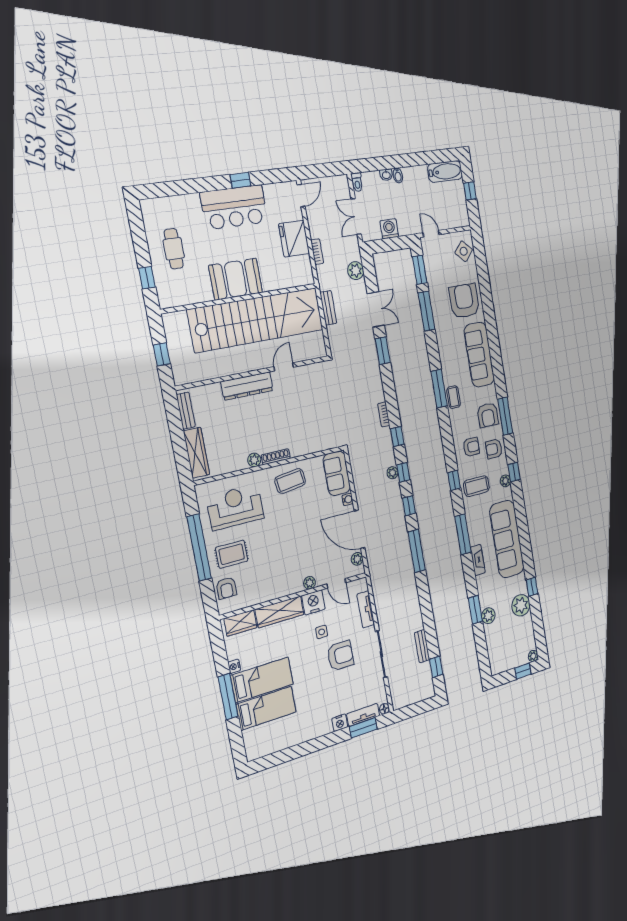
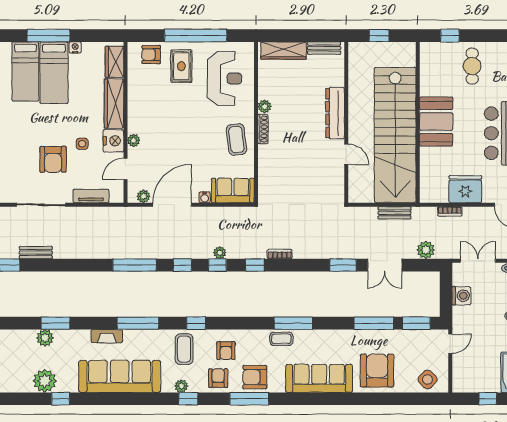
cafe table: (174, 249) -> (472, 66), turned 90
armchair: (464, 301) -> (377, 371), turned -90

